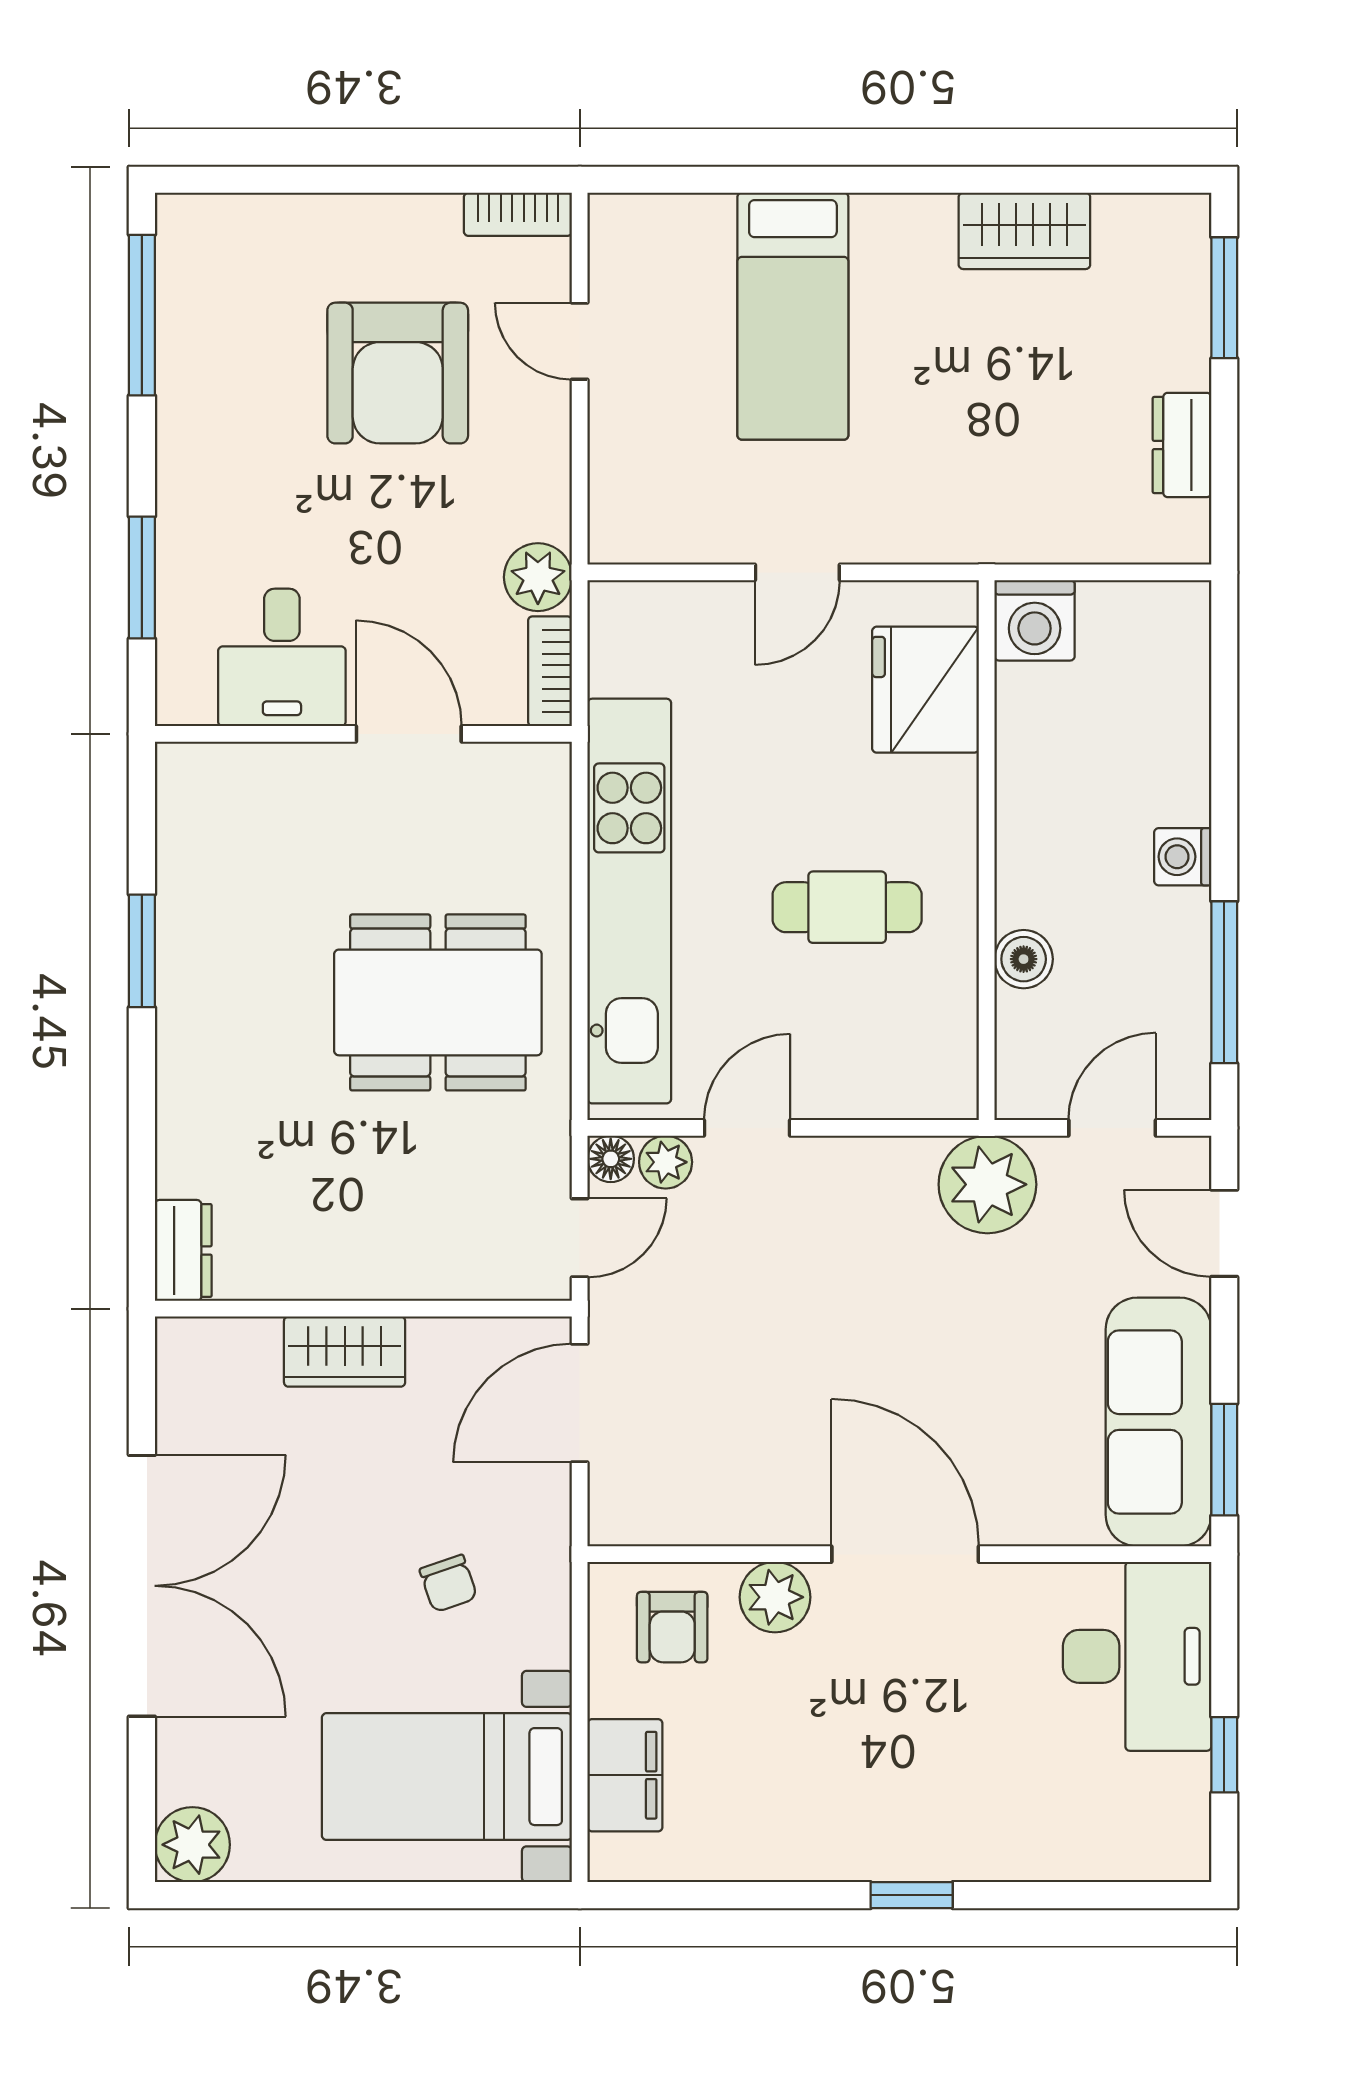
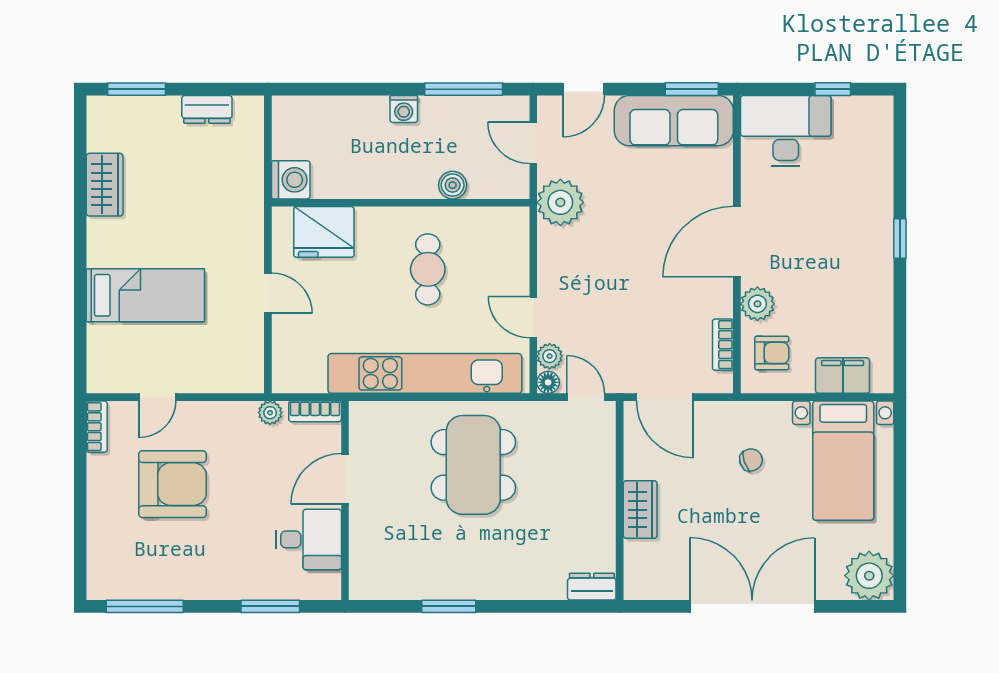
plant: (538, 577) -> (270, 413), width x0.73, depth x0.73
bookcase: (690, 1525) -> (723, 345), added
plant: (192, 1845) -> (869, 576), width x1.36, depth x1.36

